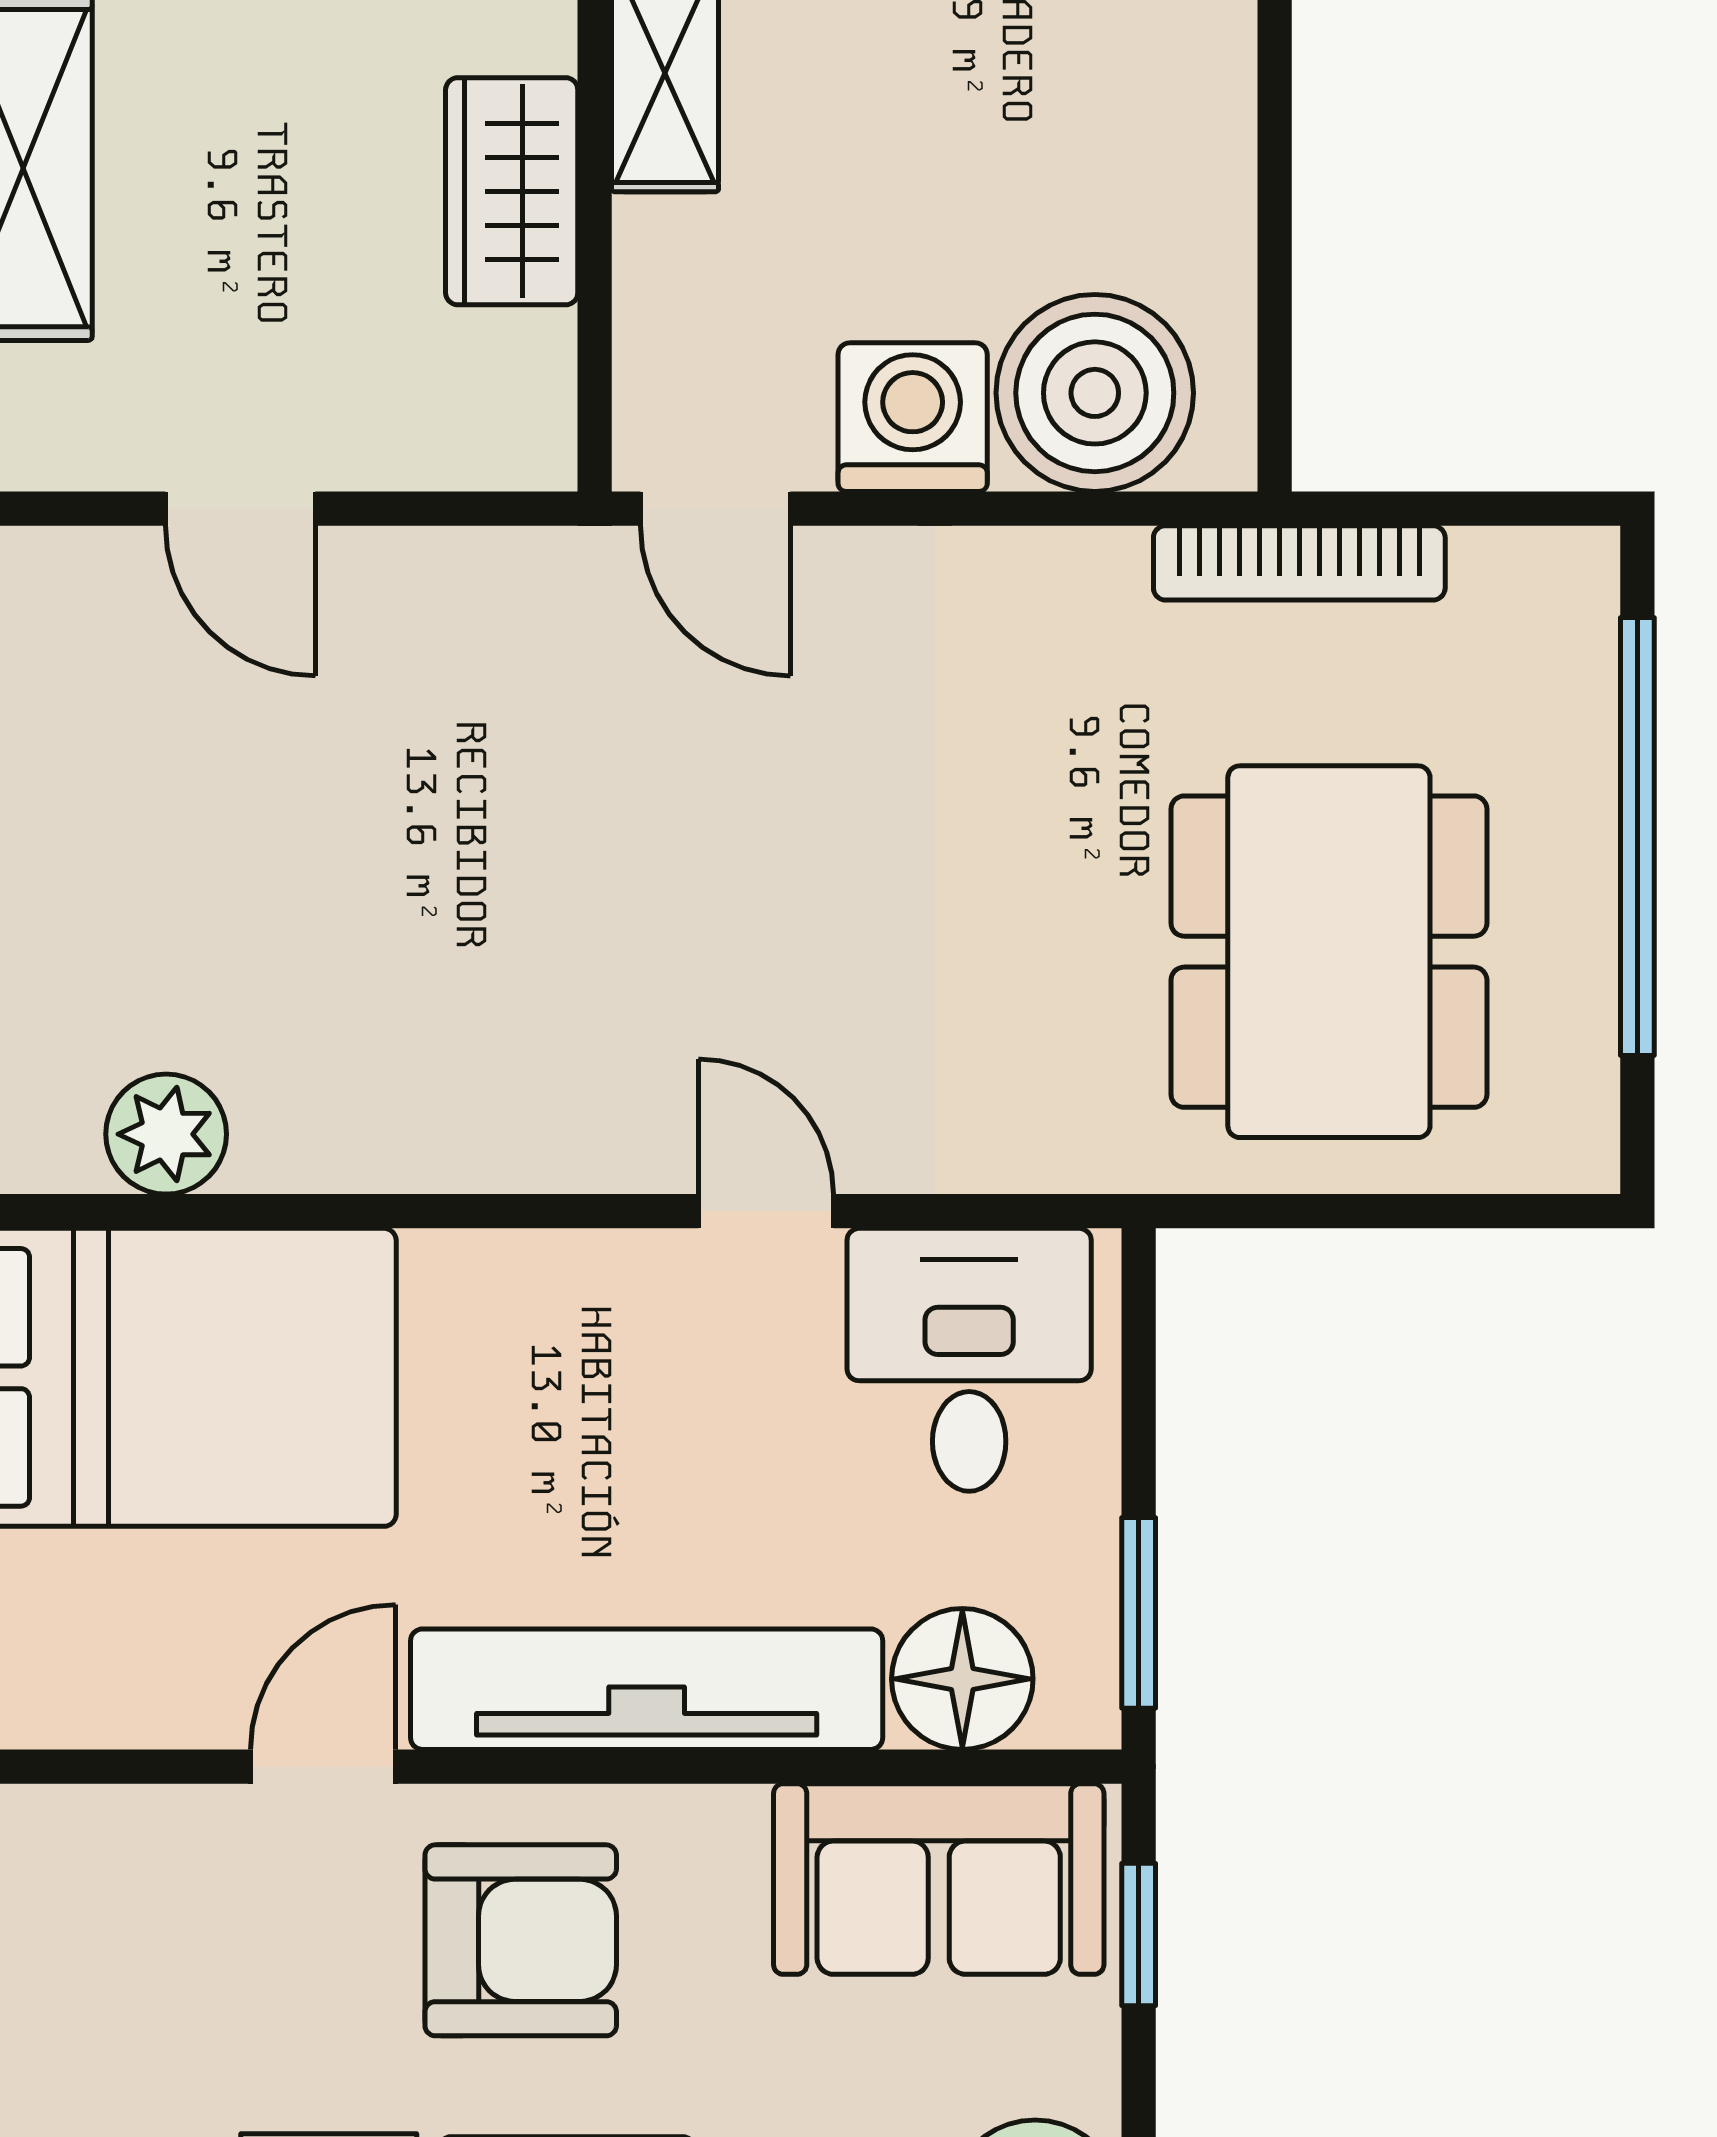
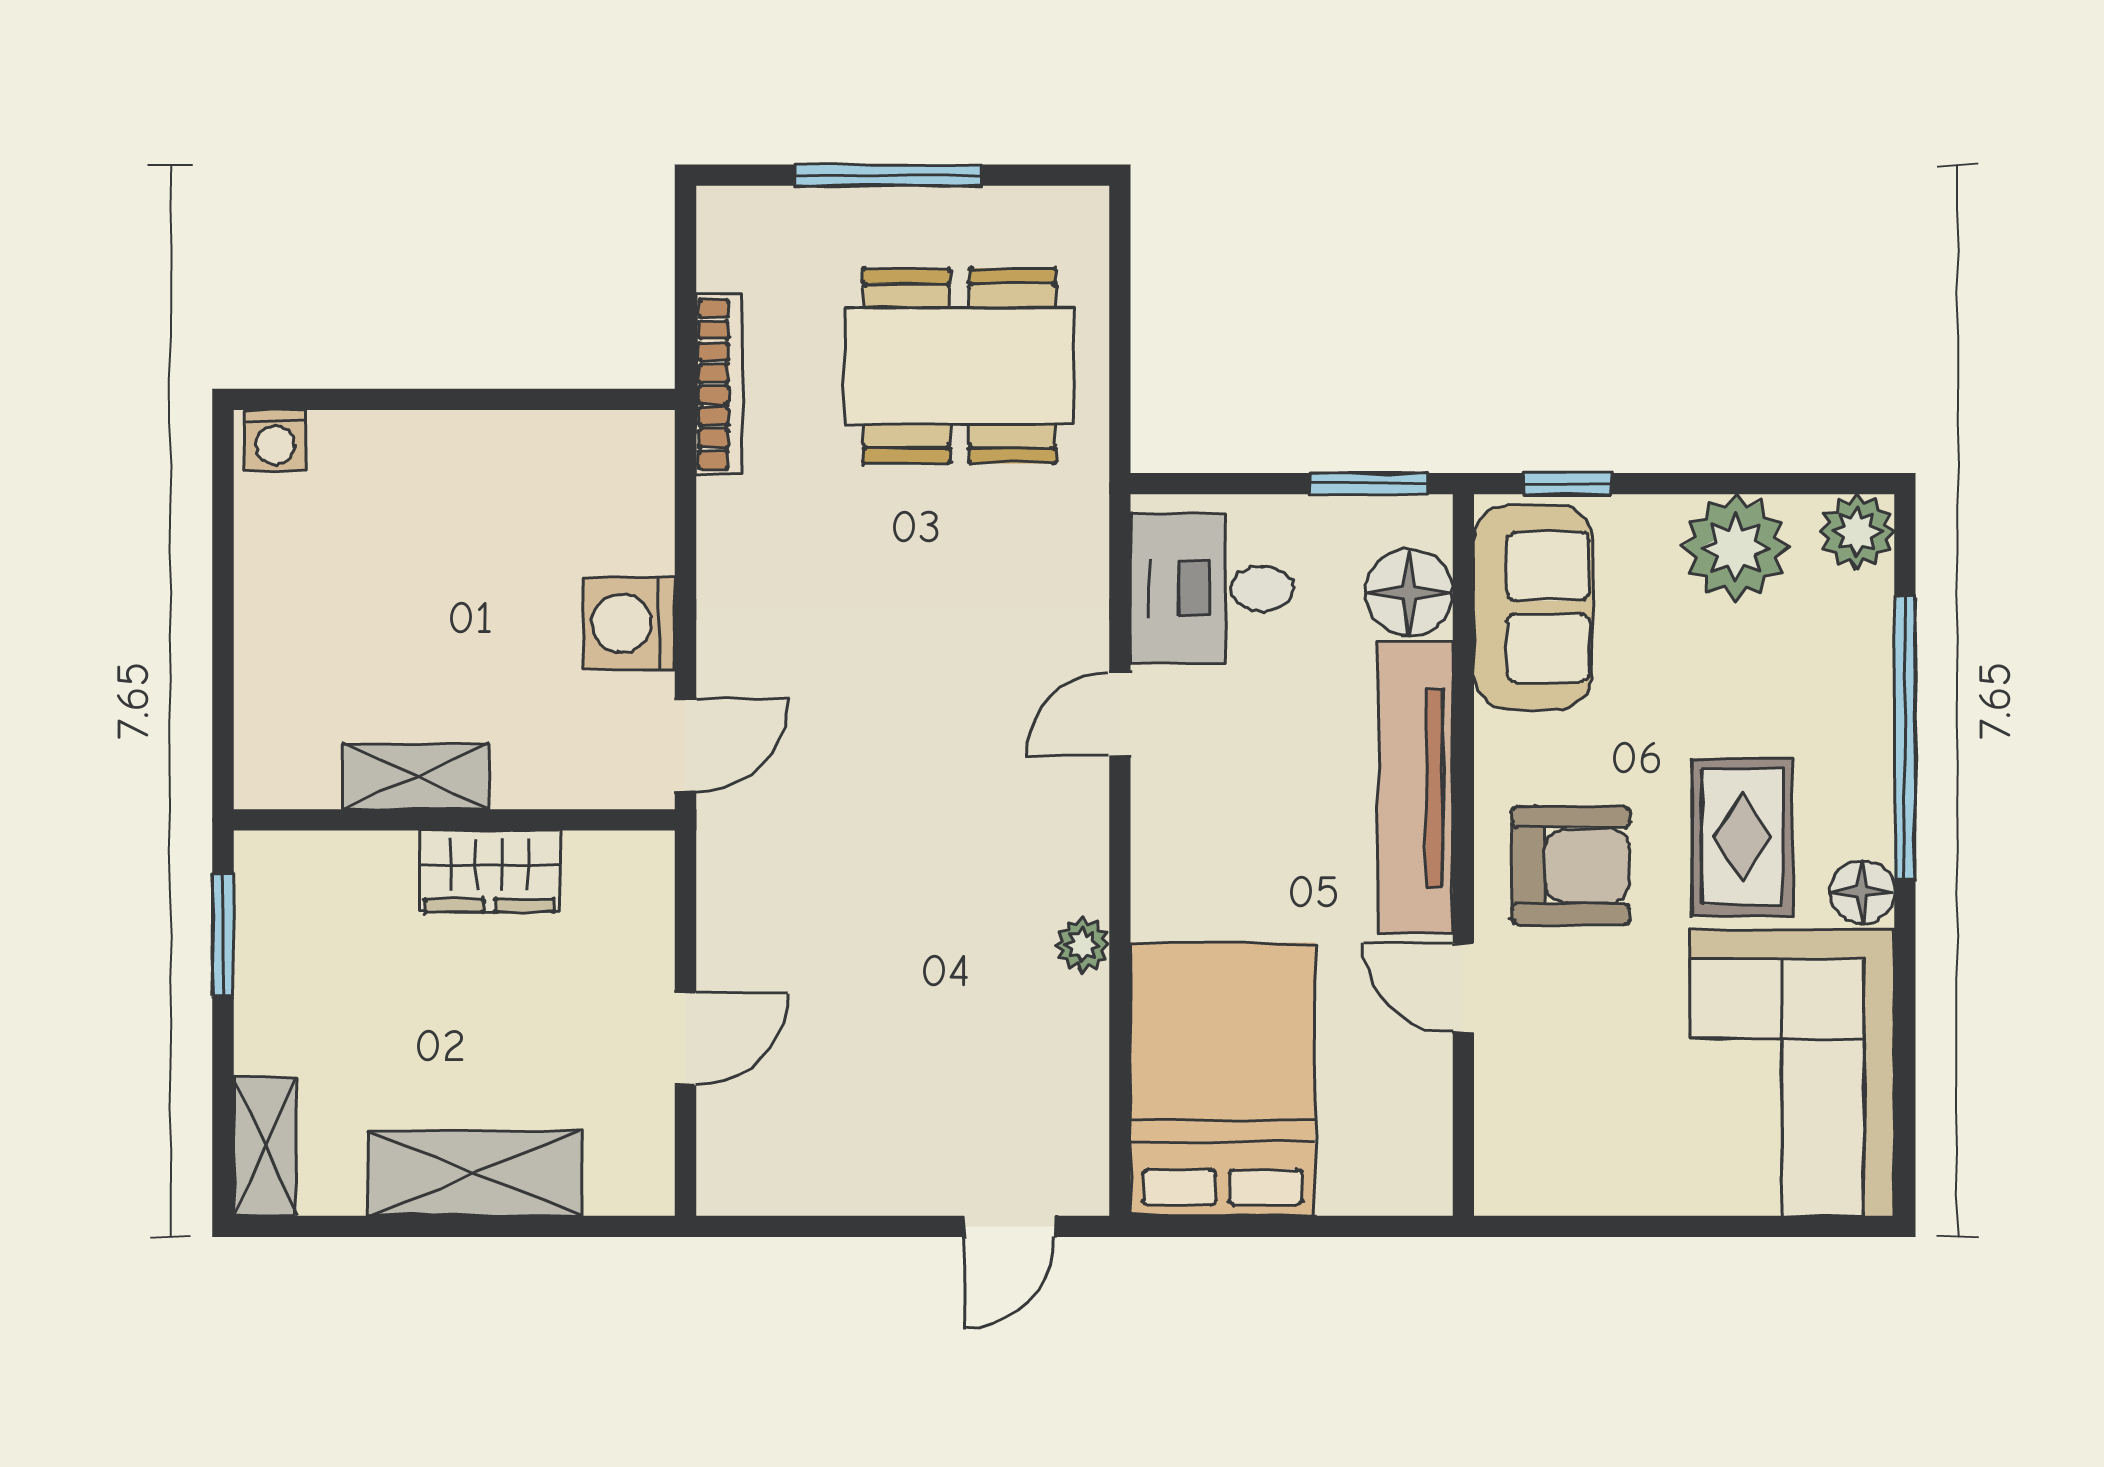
boiler: (1095, 393) -> (614, 511), removed
window: (1637, 836) -> (888, 175), width x0.68
plant: (166, 1134) -> (1082, 945), moved, width x0.73, depth x0.73
armchair: (521, 1940) -> (1571, 866), turned 90

